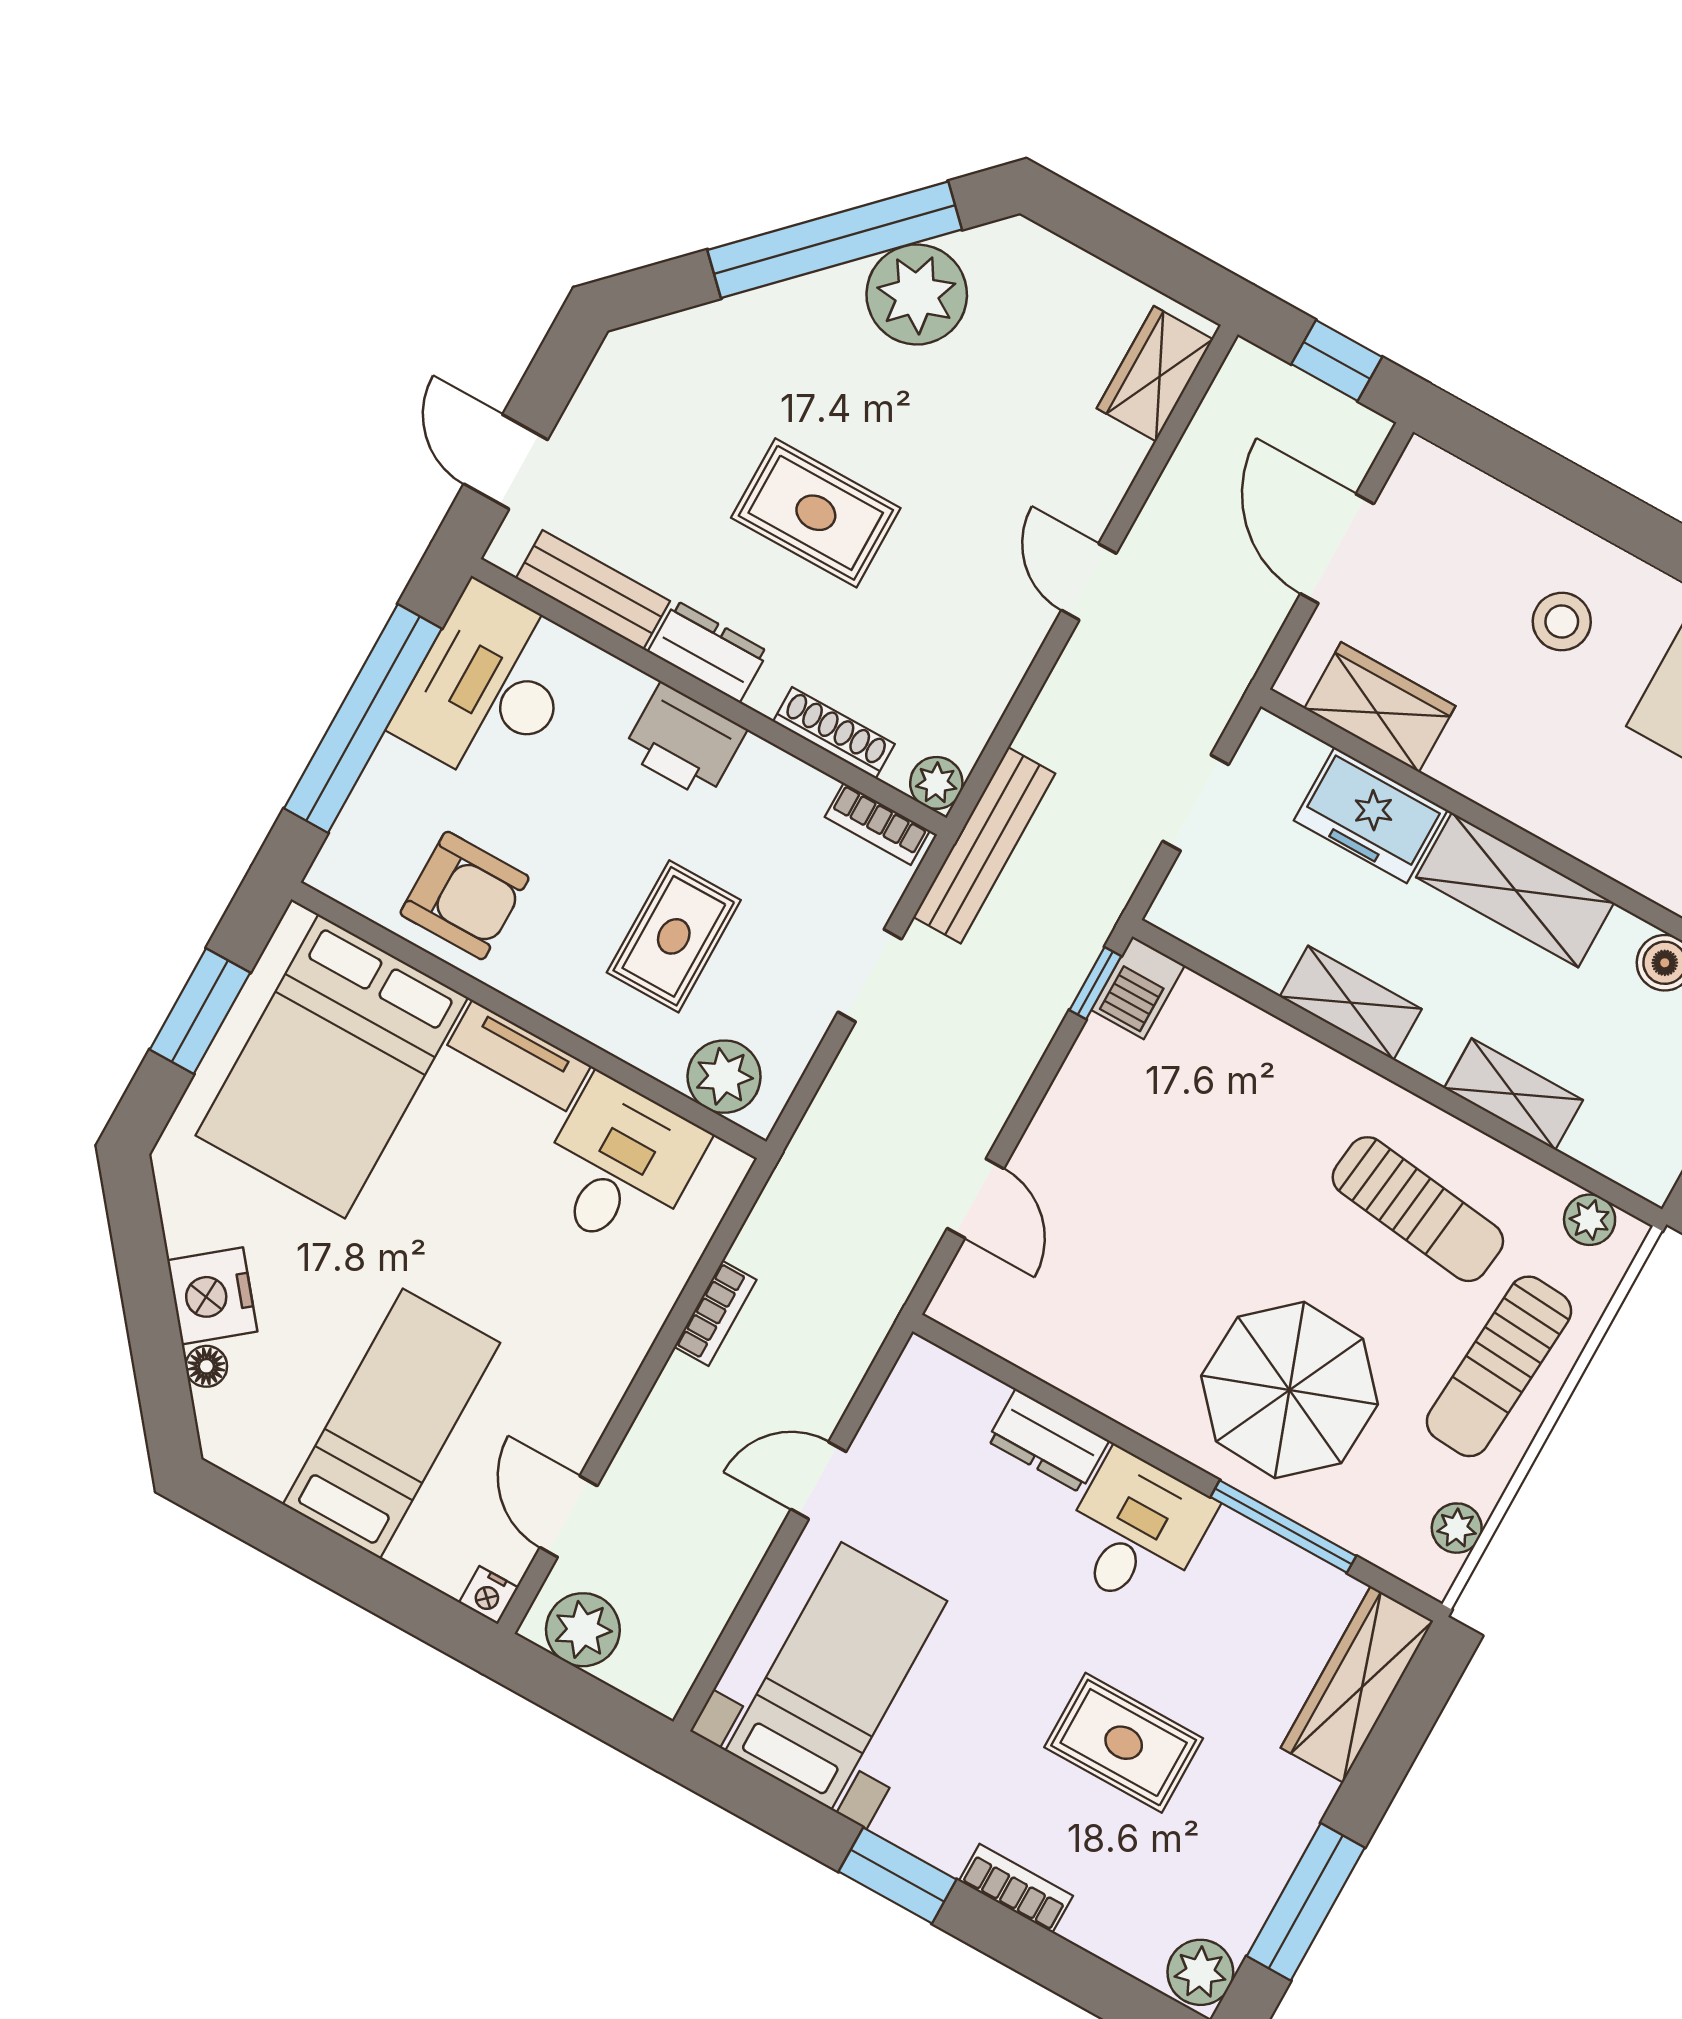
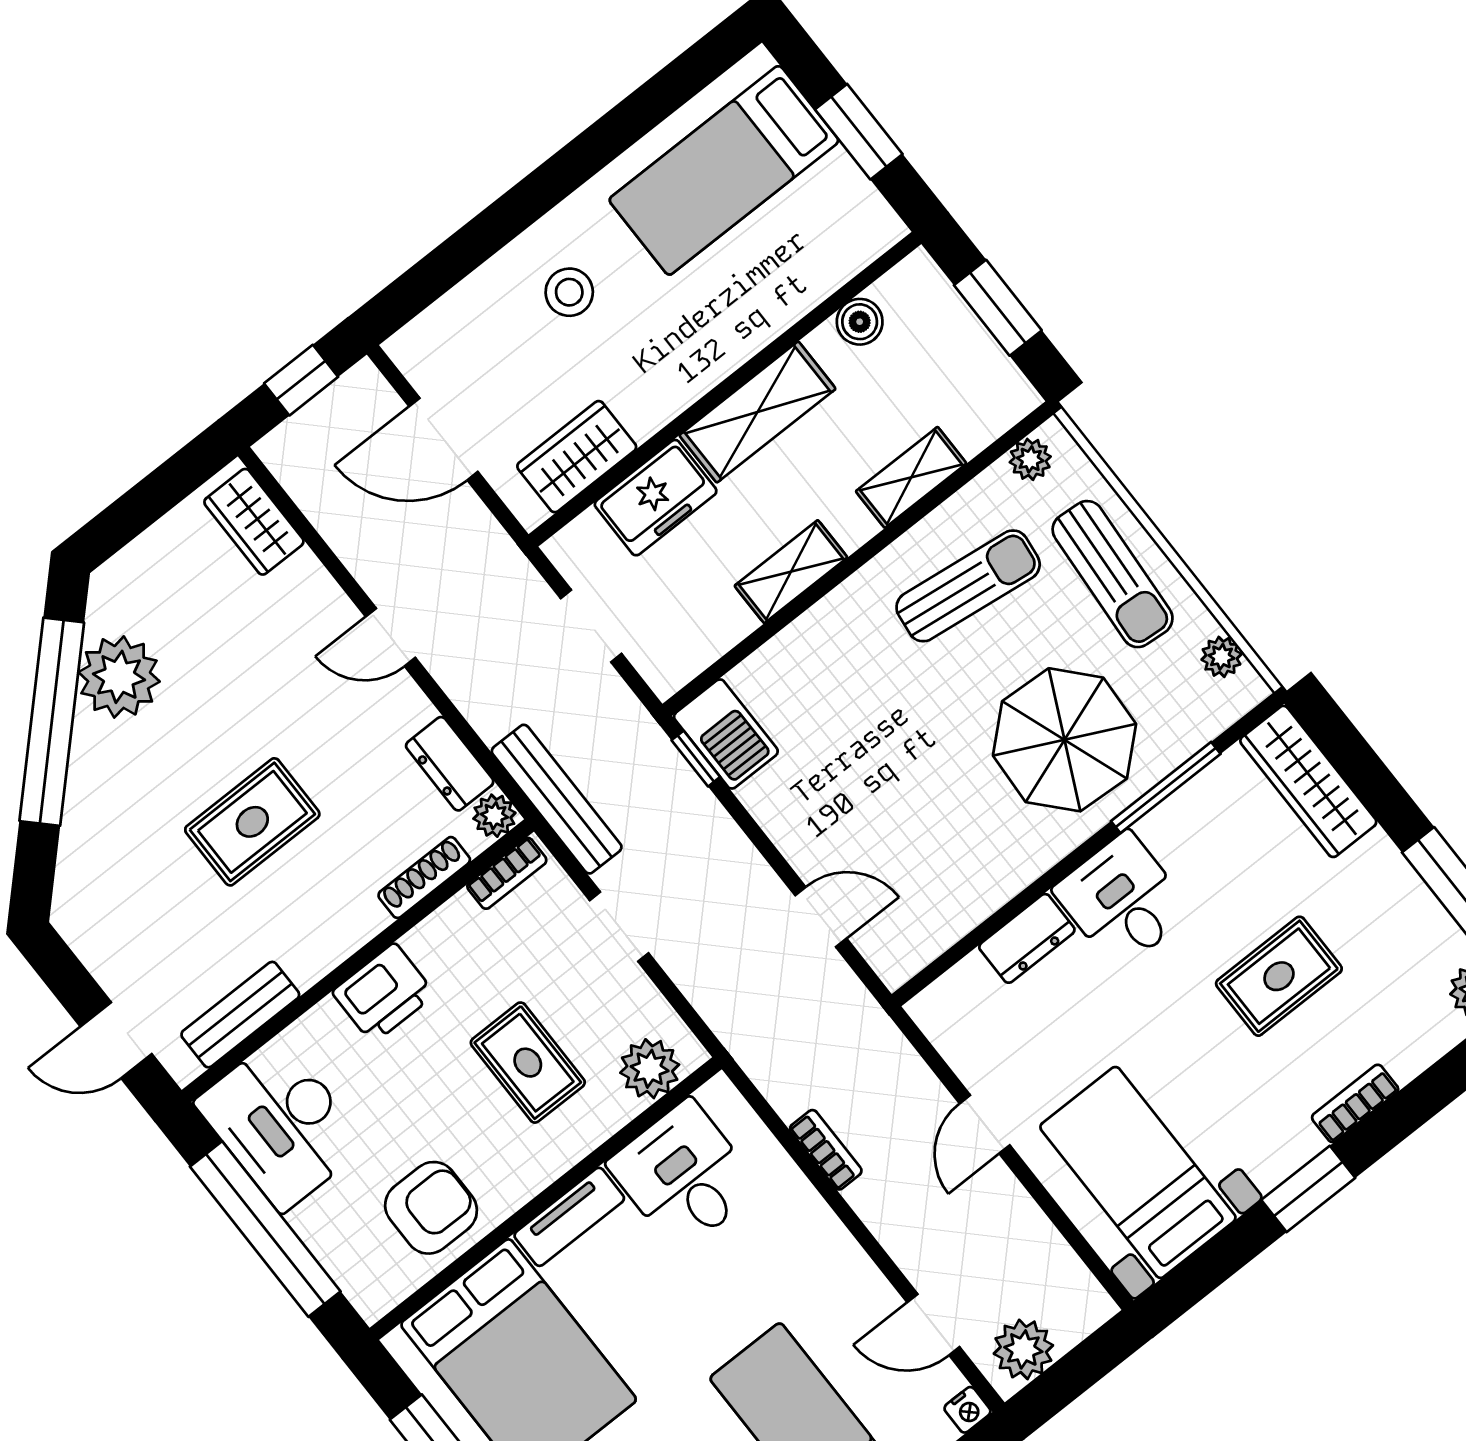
dresser: (708, 652) -> (450, 764), moved, turned -90
barbecue: (1138, 988) -> (726, 734), width x1.38, depth x1.27

